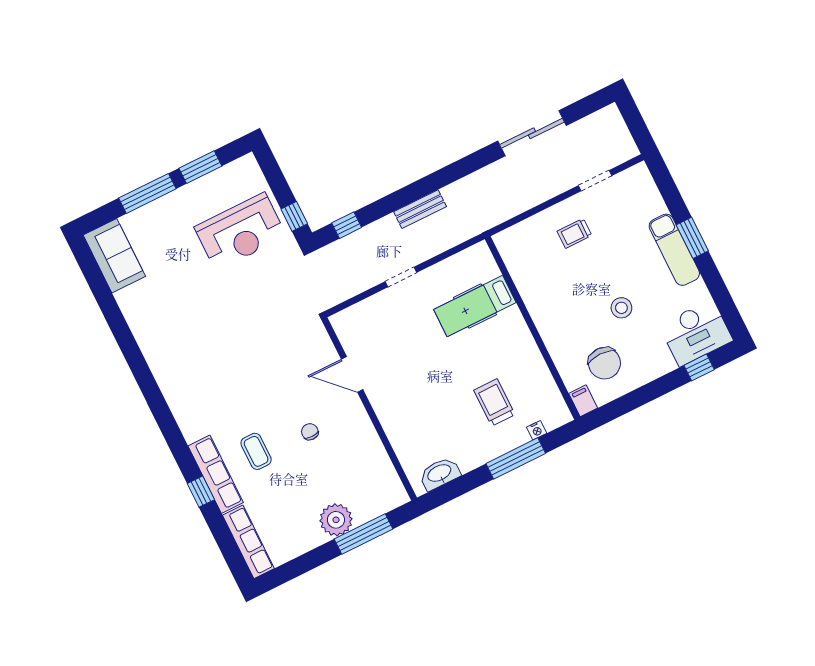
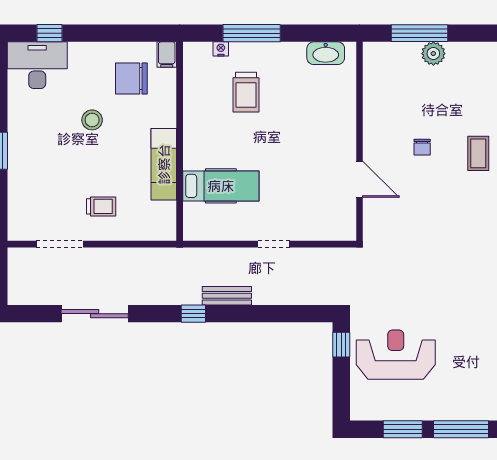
doorway: (595, 181) -> (60, 244), width x1.38
window: (347, 225) -> (193, 314), moved
exam couch: (674, 250) -> (164, 164), moved, turned 180
chair: (604, 363) -> (131, 79), turned -90
plant: (336, 520) -> (433, 54), width x0.73, depth x0.73

